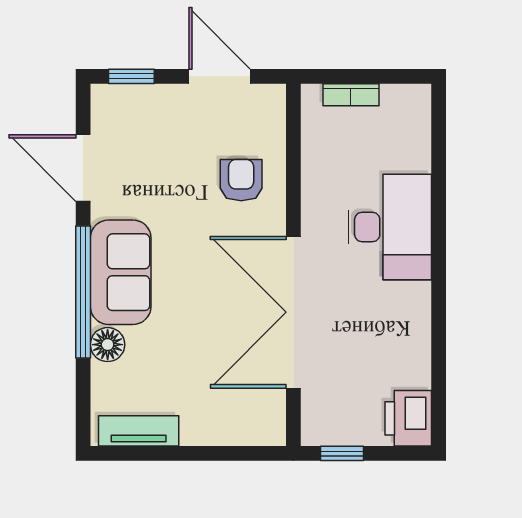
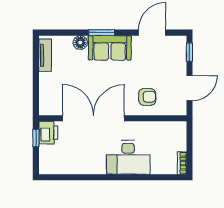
bookcase: (351, 95) -> (182, 163), moved
window: (83, 292) -> (102, 33), width x0.47
printer: (408, 418) -> (48, 133), moved, turned 90

